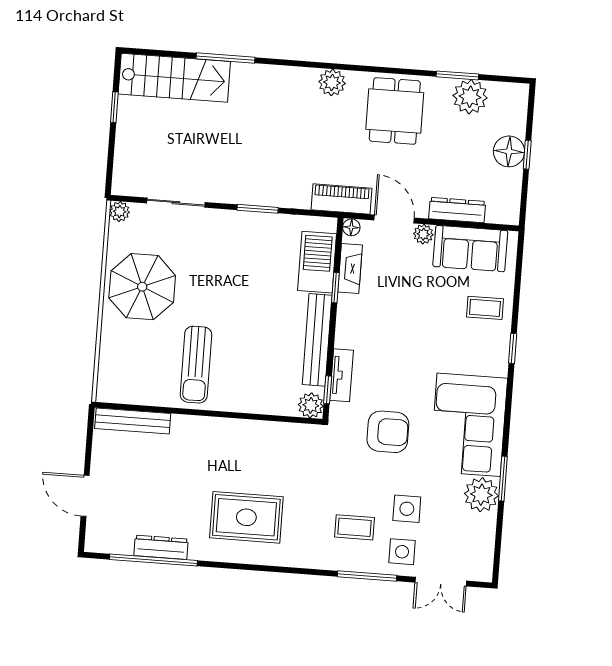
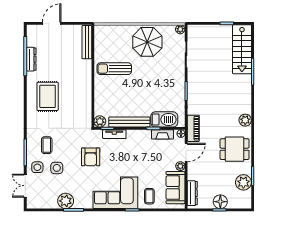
dresser: (457, 210) -> (192, 193), moved
corner sofa: (469, 425) -> (115, 193), moved

